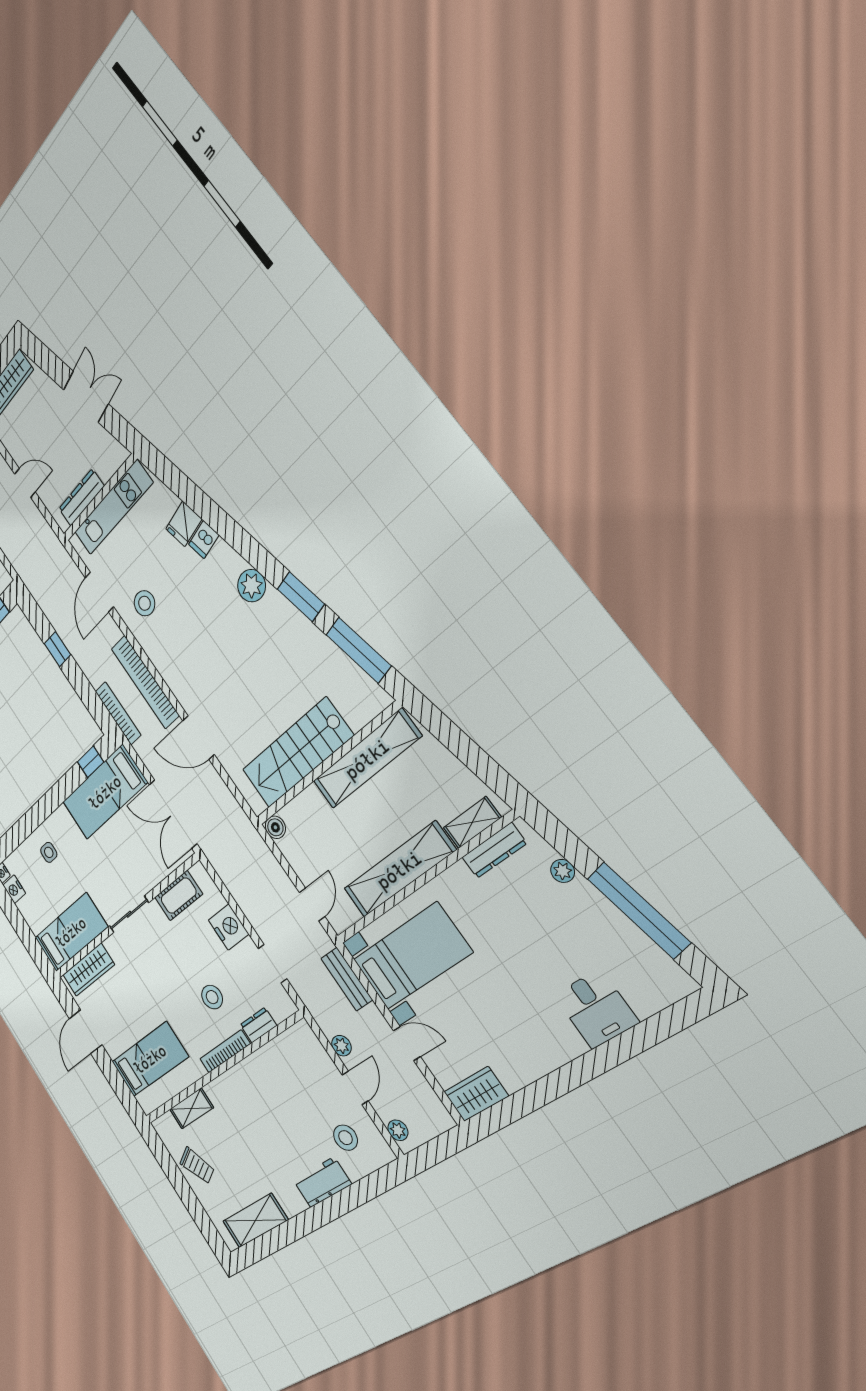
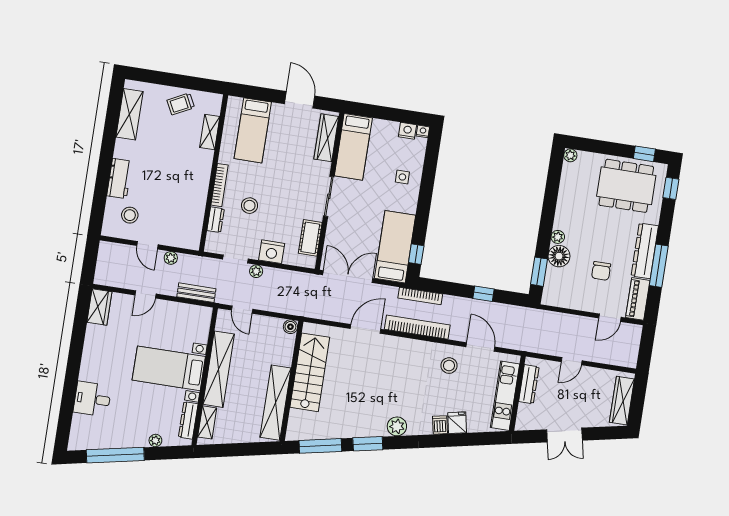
bed with nightstands: (412, 956) -> (169, 368), moved, turned 90
plant: (398, 1130) -> (256, 271), moved

